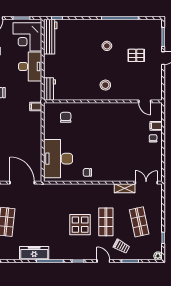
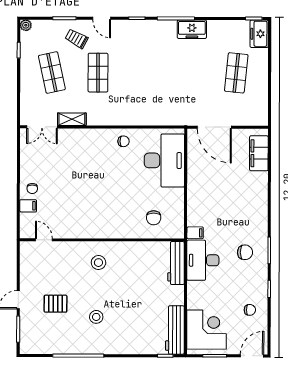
desk: (30, 66) -> (203, 260), moved
workbench: (49, 89) -> (176, 263), width x1.38
display table: (80, 225) -> (134, 69), removed
freezer: (34, 253) -> (192, 29), width x0.71

